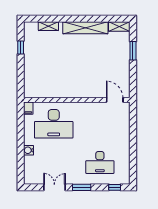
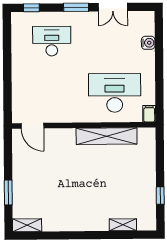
shelving: (85, 28) -> (107, 136), moved
water cooler: (29, 150) -> (148, 43), moved

